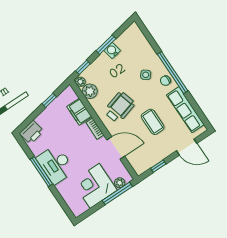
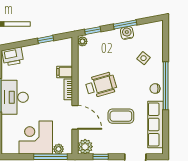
side table: (146, 75) -> (143, 58), moved
plant: (90, 91) -> (85, 147), moved
filing cabinet: (79, 112) -> (65, 72), width x0.50
coffee table: (153, 122) -> (121, 116), turned 90

